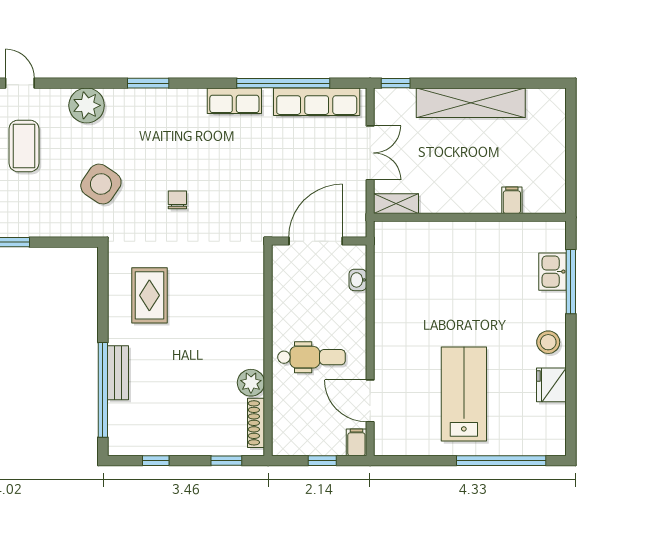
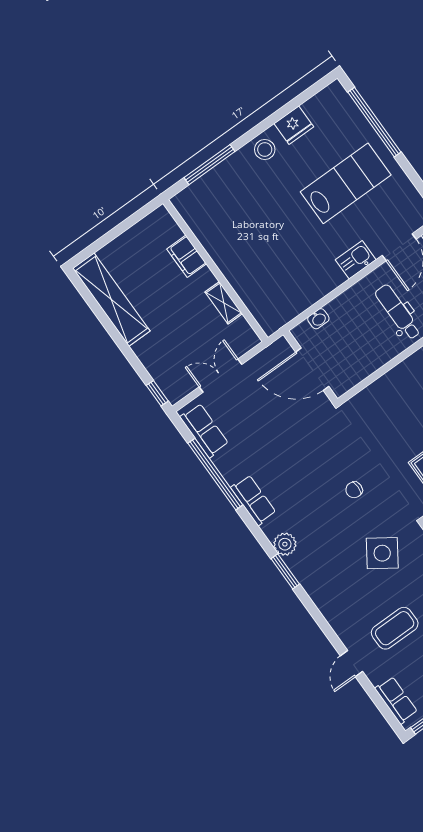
row of seats: (317, 102) -> (204, 430), width x0.68
shelving: (471, 103) -> (111, 300), moved
plant: (87, 105) -> (285, 544), moved, width x0.73, depth x0.73
filing cabinet: (512, 200) -> (187, 256), width x2.00
shelving: (396, 204) -> (224, 303), moved
kitchen sink: (553, 272) -> (356, 260), moved, turned 180
lab bench: (464, 394) -> (346, 183), turned 180

